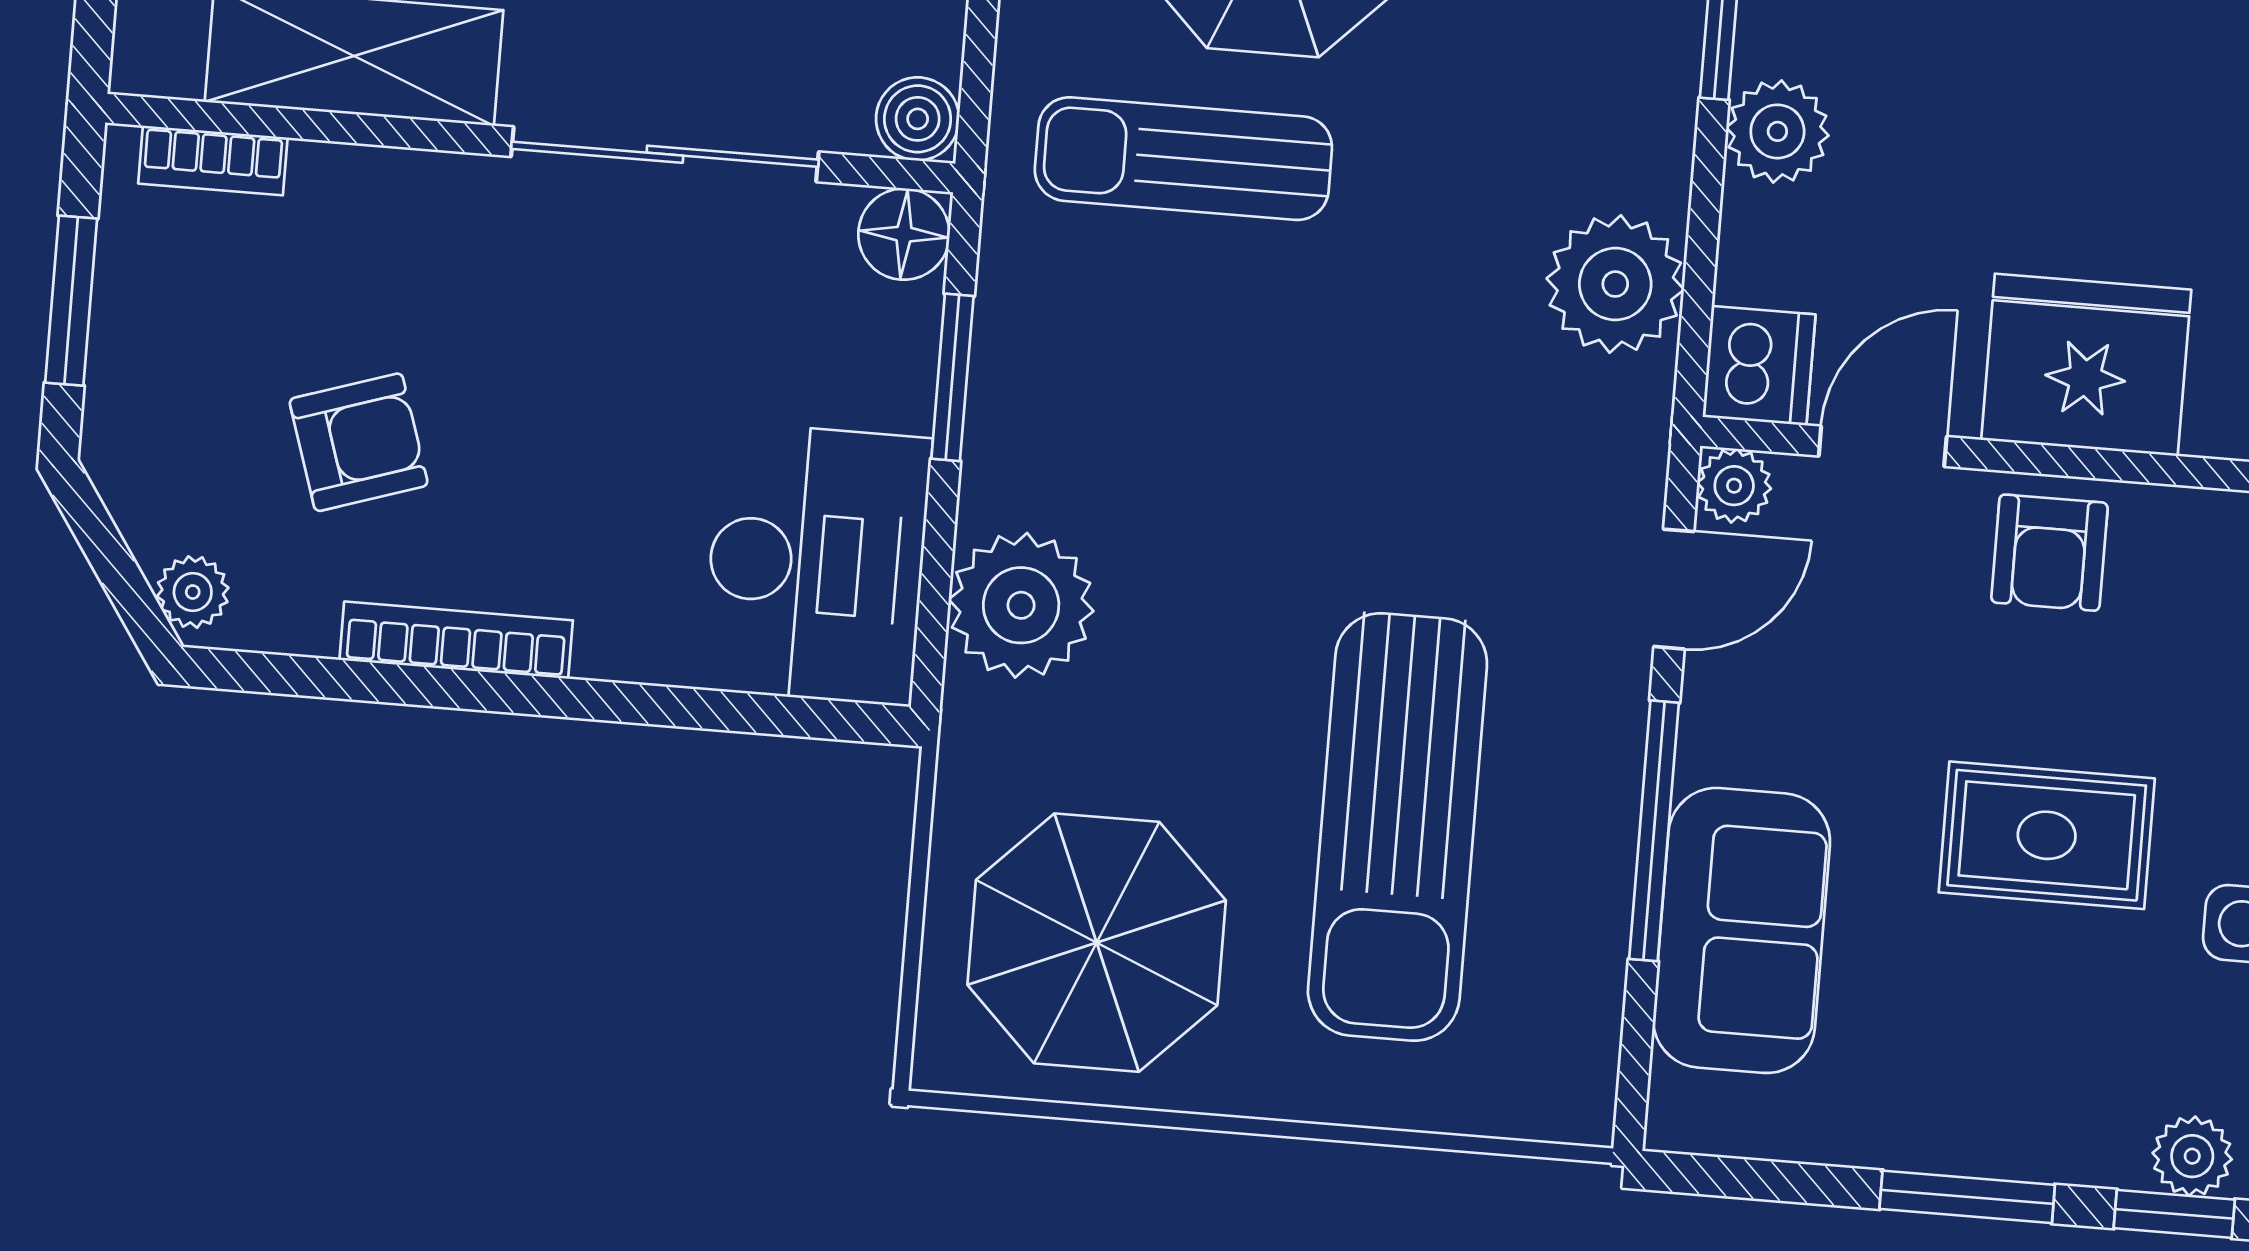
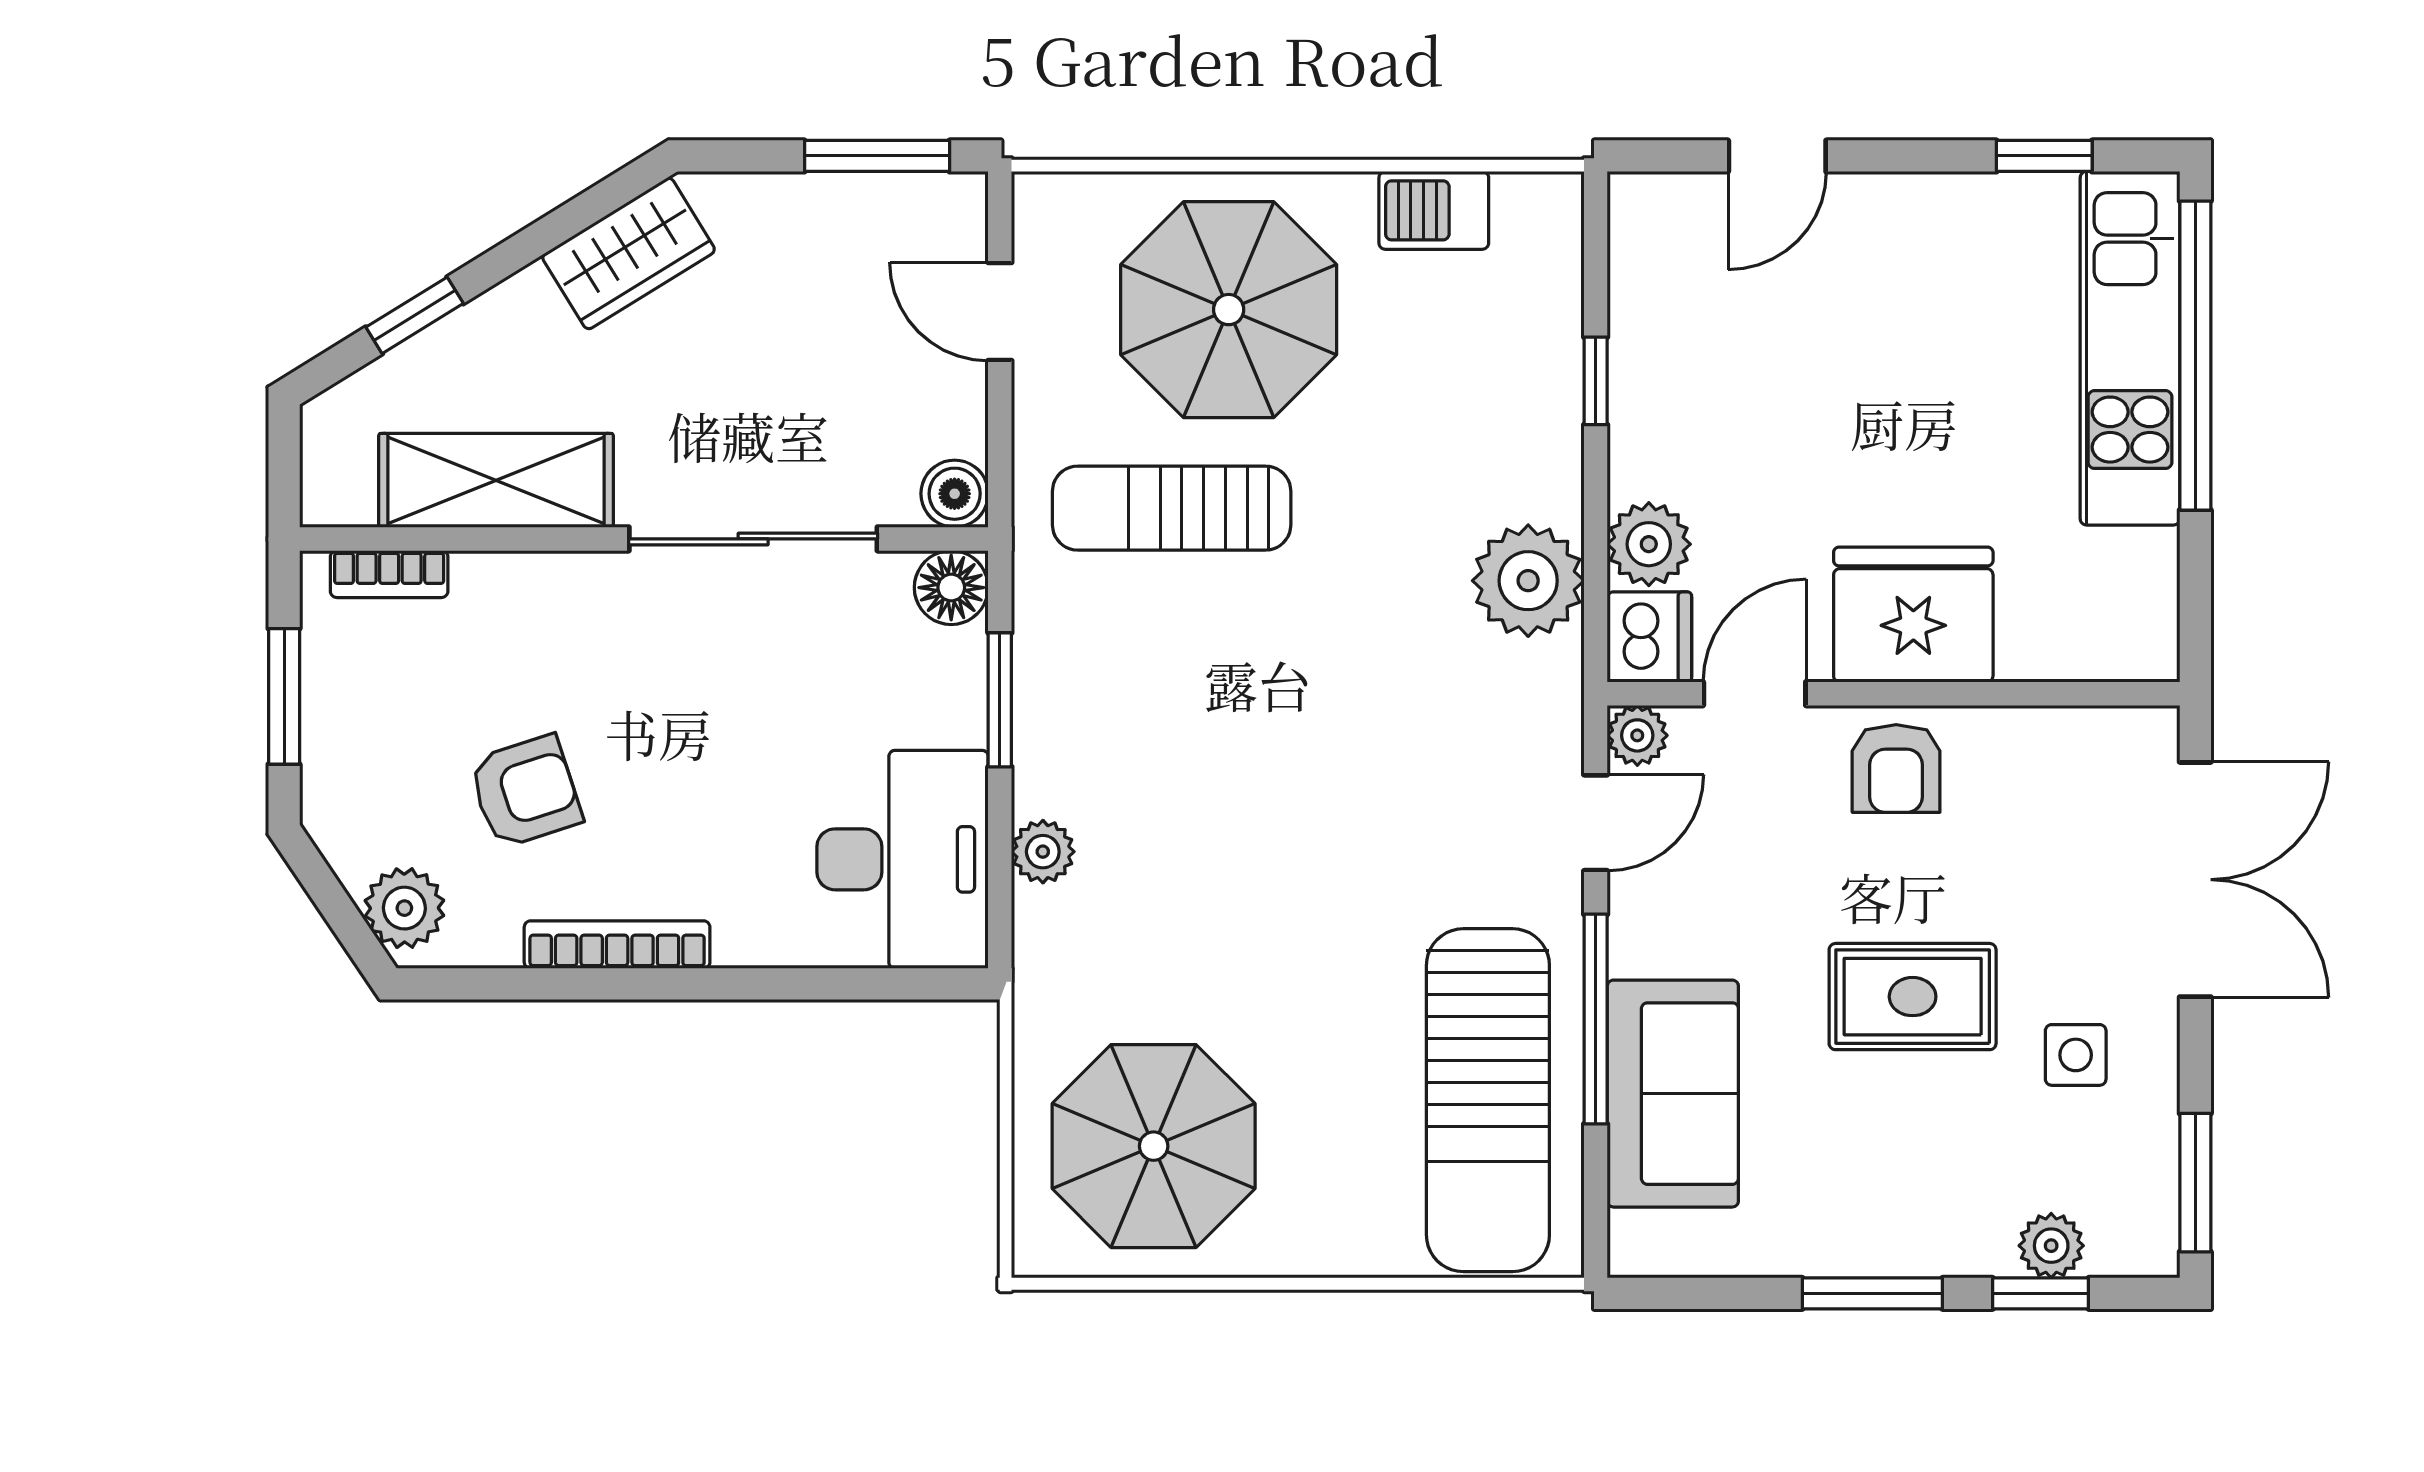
plant: (1777, 131) -> (1649, 544), moved
plant: (193, 592) -> (404, 908), width x1.38, depth x1.38
plant: (1021, 605) -> (1043, 852), width x0.53, depth x0.53
sun lounger: (1397, 827) -> (1488, 1100), moved

